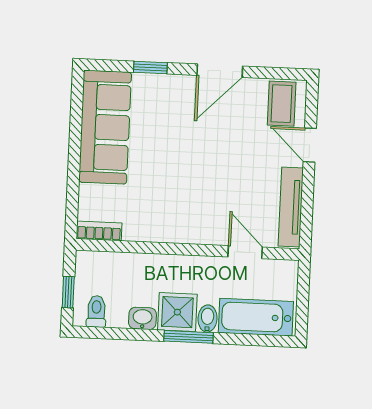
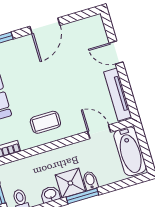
coffee table: (282, 104) -> (45, 122), moved, turned 90
bathtub: (256, 317) -> (130, 151), moved, turned -90

